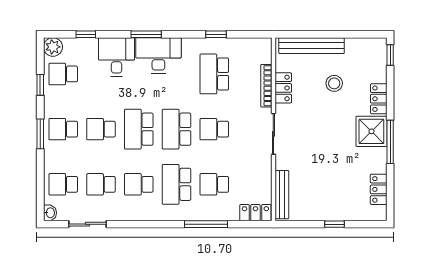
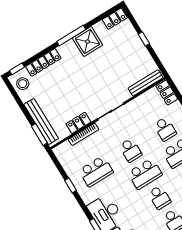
window: (298, 34) -> (39, 135), added
stool: (334, 83) -> (23, 84), moved
locker: (379, 99) -> (43, 62), width x1.53
school desk: (139, 129) -> (159, 197), width x0.54
shower: (371, 131) -> (87, 42), moved
locker: (379, 189) -> (115, 19), moved

